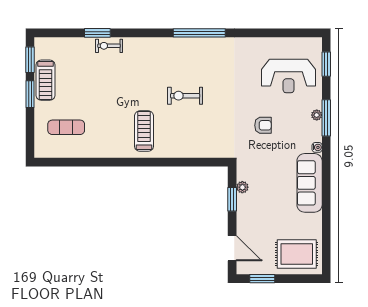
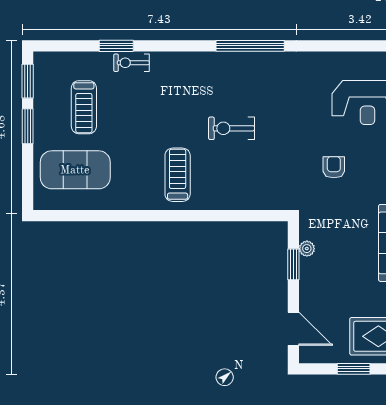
treadmill: (45, 80) -> (84, 107), moved
armchair: (263, 125) -> (334, 167), turned -90
exercise mat: (66, 127) -> (75, 170), width x2.00, depth x1.45
window: (262, 279) -> (354, 369), moved

